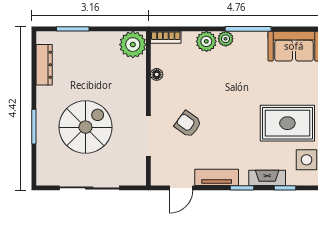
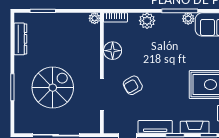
plant: (226, 39) -> (188, 19), moved
plant: (133, 45) -> (95, 18), width x0.53, depth x0.53
floor lamp: (157, 74) -> (113, 51), width x1.89, depth x1.89
armchair: (188, 124) -> (133, 85), turned -66

